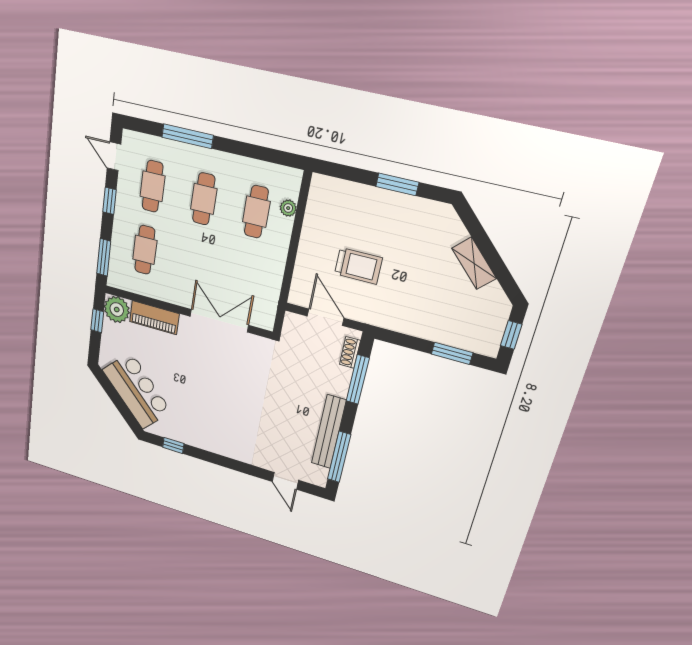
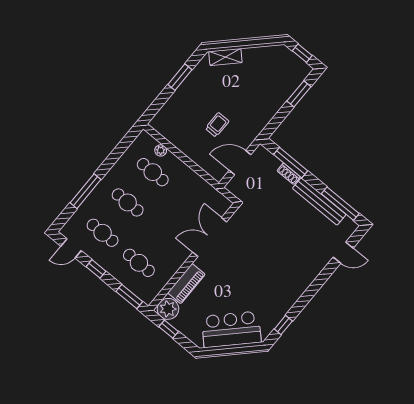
shelving: (474, 263) -> (225, 57), moved
trolley: (358, 266) -> (217, 125), width x0.73, depth x0.72
shoe rack: (350, 352) -> (289, 174), moved

